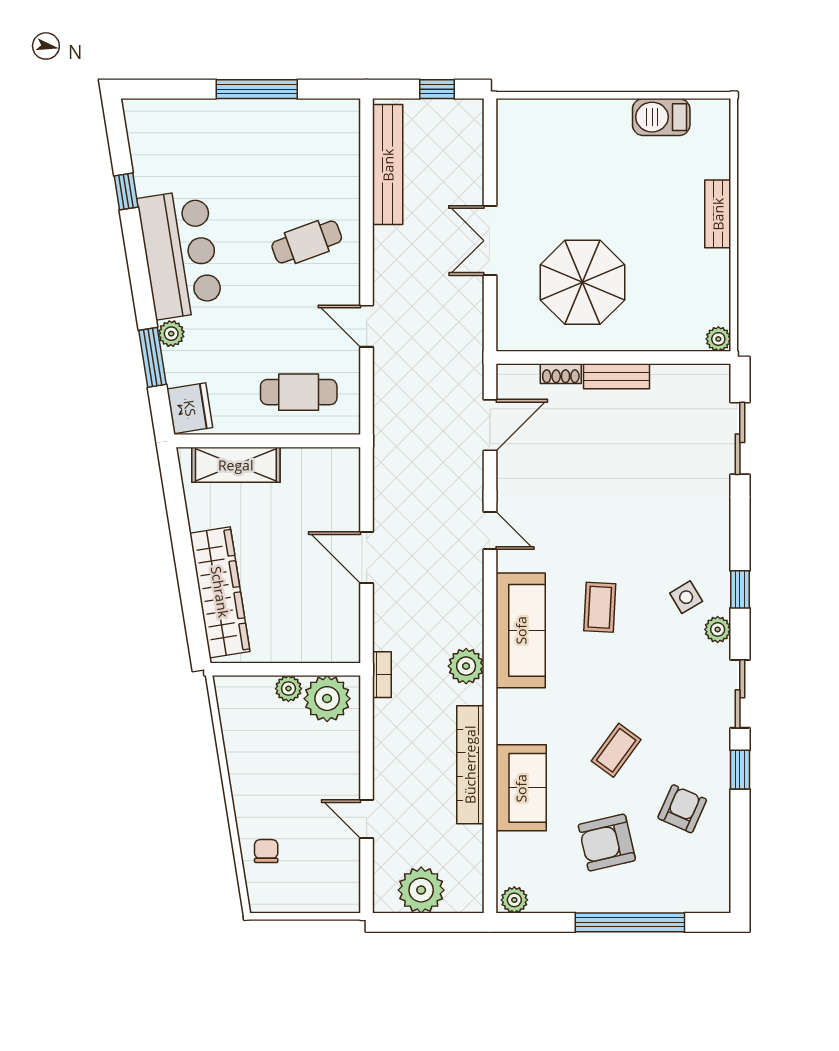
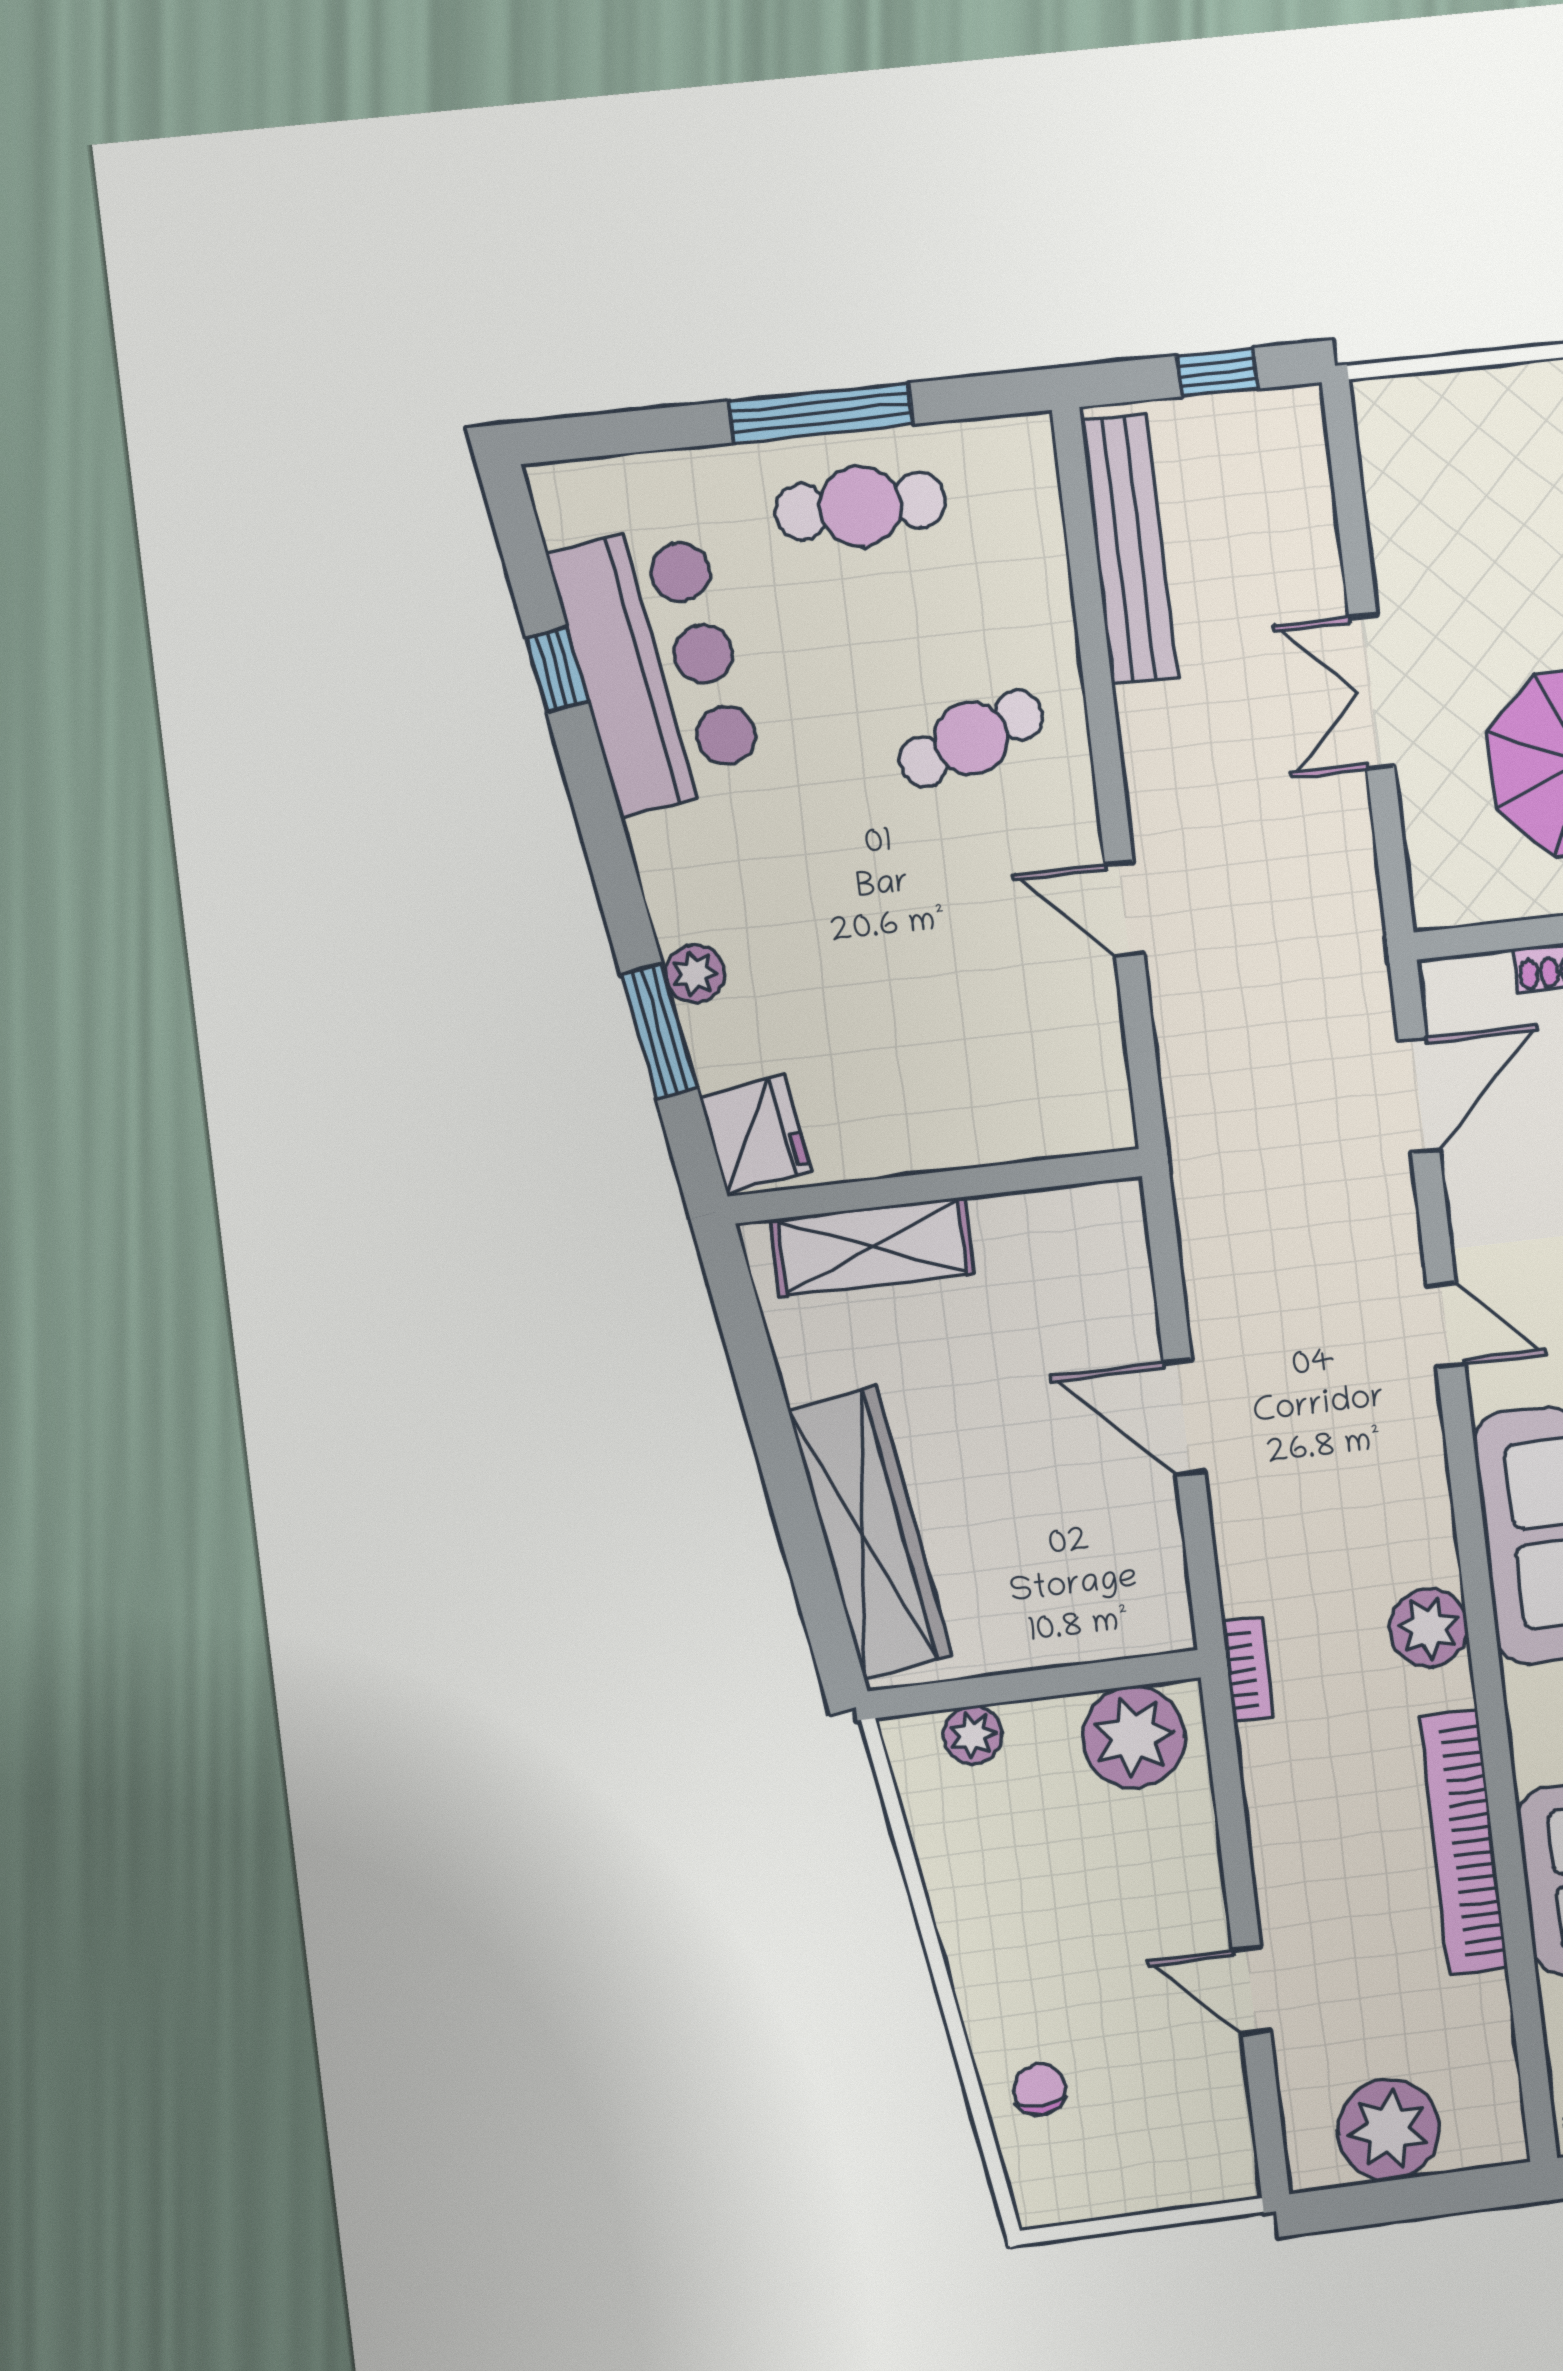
bar counter: (180, 254) -> (657, 666), moved
cafe table: (299, 392) -> (860, 506), moved
plant: (288, 689) -> (973, 1735), moved

